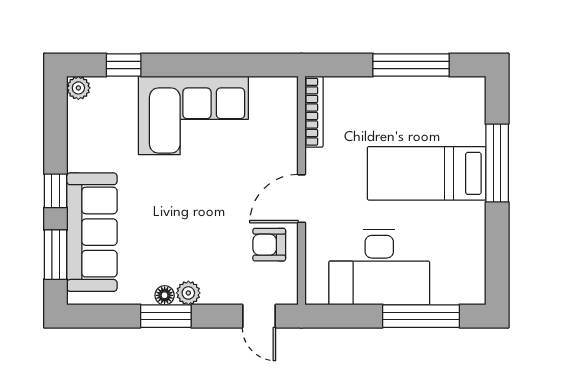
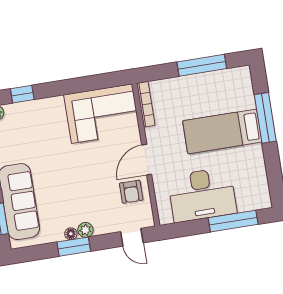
corner sofa: (193, 115) -> (102, 114), moved
armchair: (269, 245) -> (131, 192), turned -90

